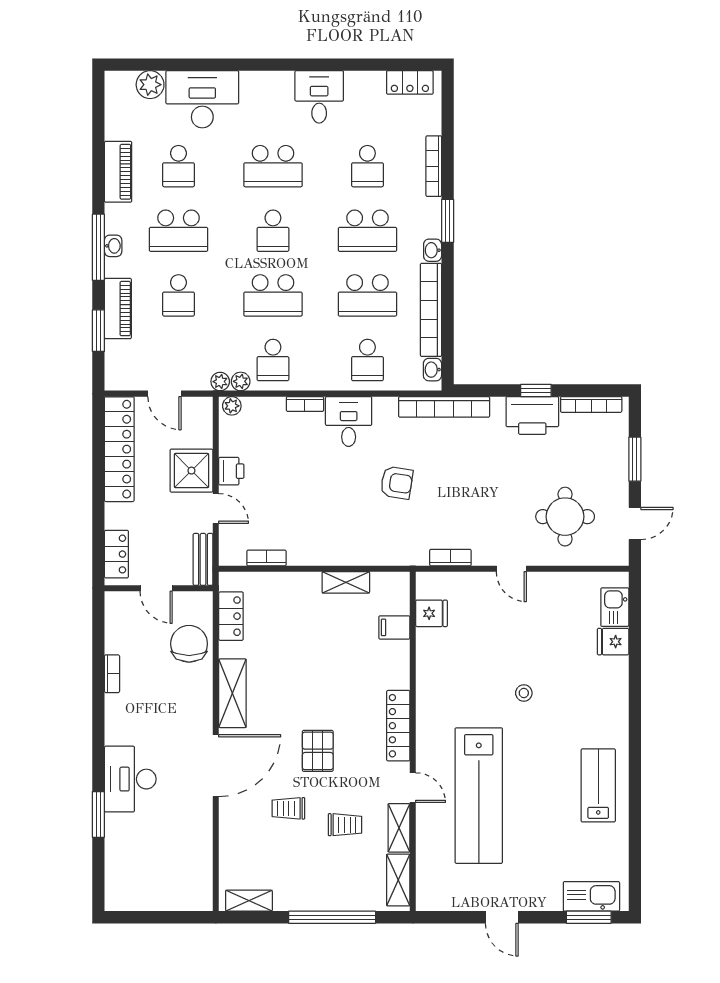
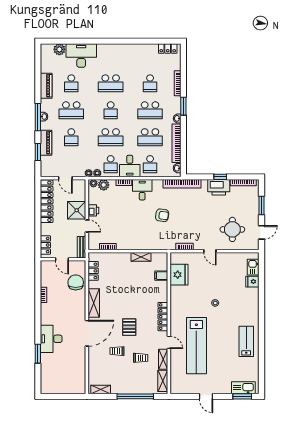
desk: (319, 97) -> (130, 166), moved, turned 180
plant: (256, 410) -> (104, 185), added
fridge: (432, 613) -> (179, 275), width x1.88, depth x1.34

